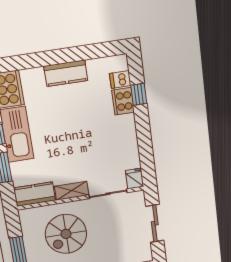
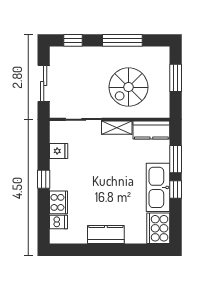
window: (139, 94) -> (44, 179), moved
fridge: (135, 179) -> (59, 151), moved, turned -90
spiral stairs: (66, 234) -> (128, 87), turned 180

